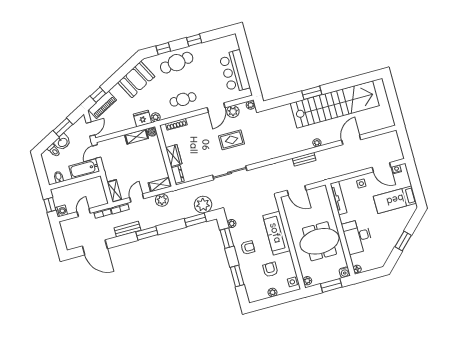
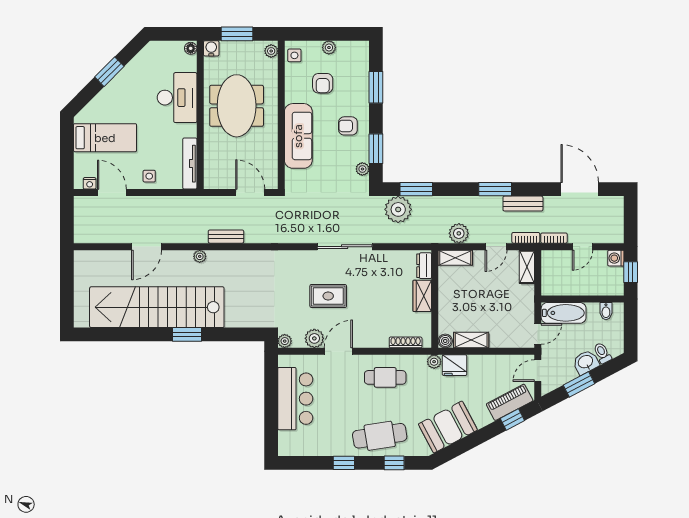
meeting table: (319, 241) -> (237, 106), turned 90

